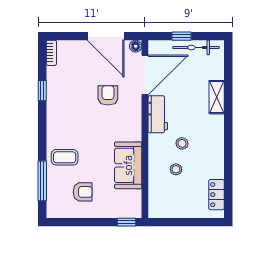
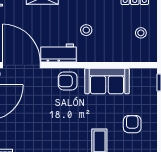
armchair: (108, 95) -> (68, 81), moved
stool: (176, 169) -> (141, 33), moved

